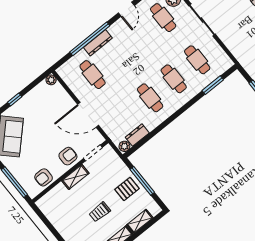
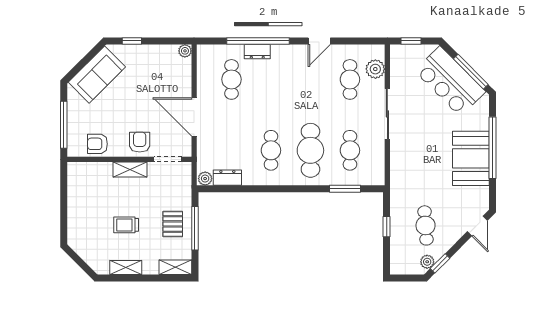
dresser: (98, 43) -> (257, 52), width x0.70
cafe table: (174, 79) -> (310, 150), width x1.37, depth x1.35
armchair: (68, 156) -> (140, 142), turned -90
pallet: (127, 189) -> (173, 224), turned 90
shelving: (140, 221) -> (175, 267), moved

